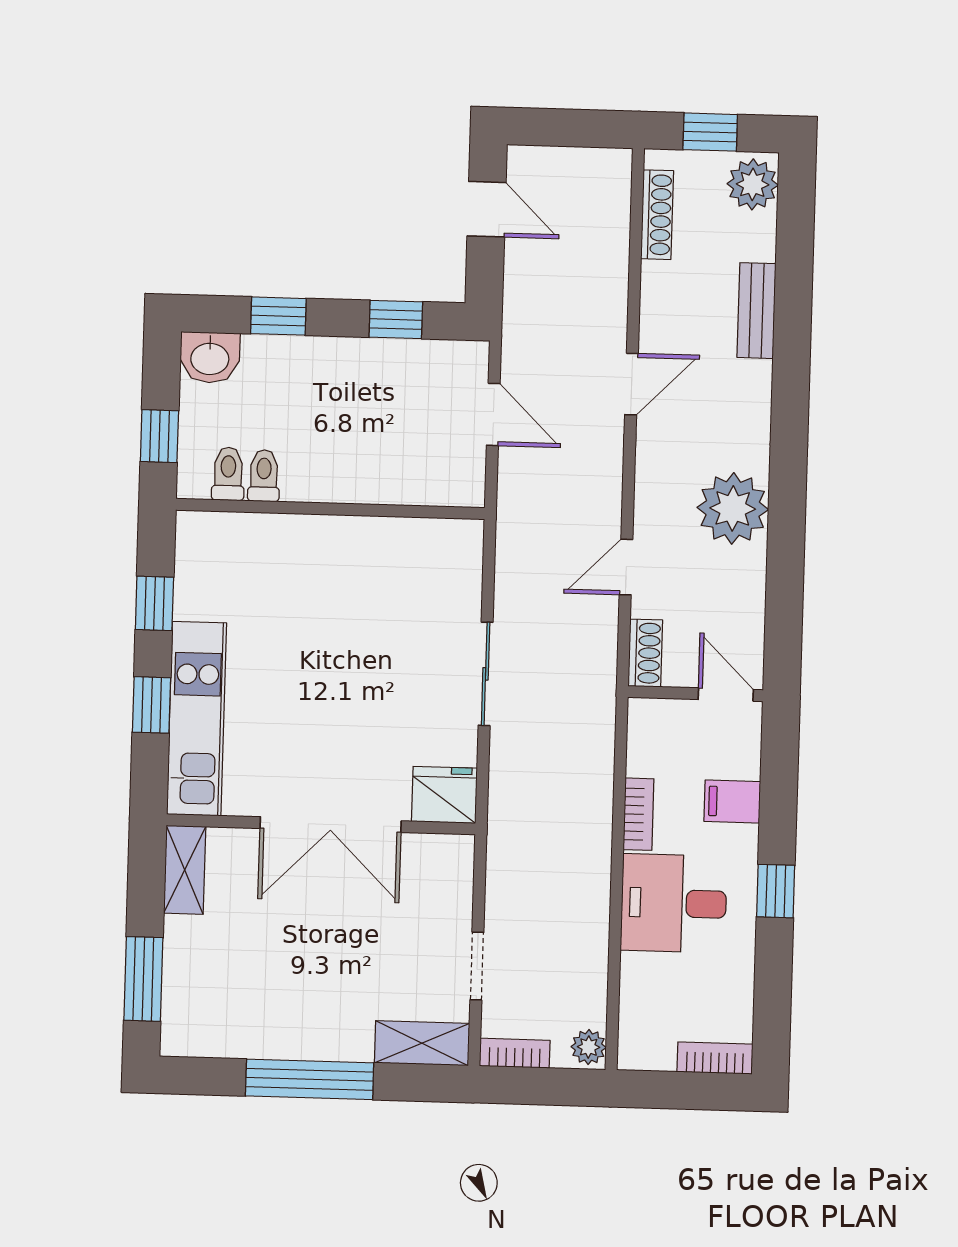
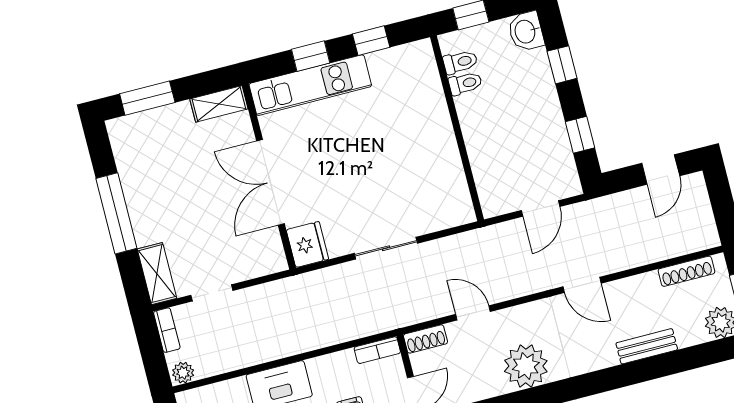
bookcase: (639, 814) -> (377, 350), moved

